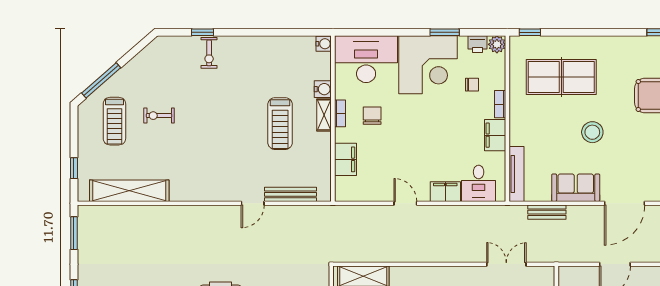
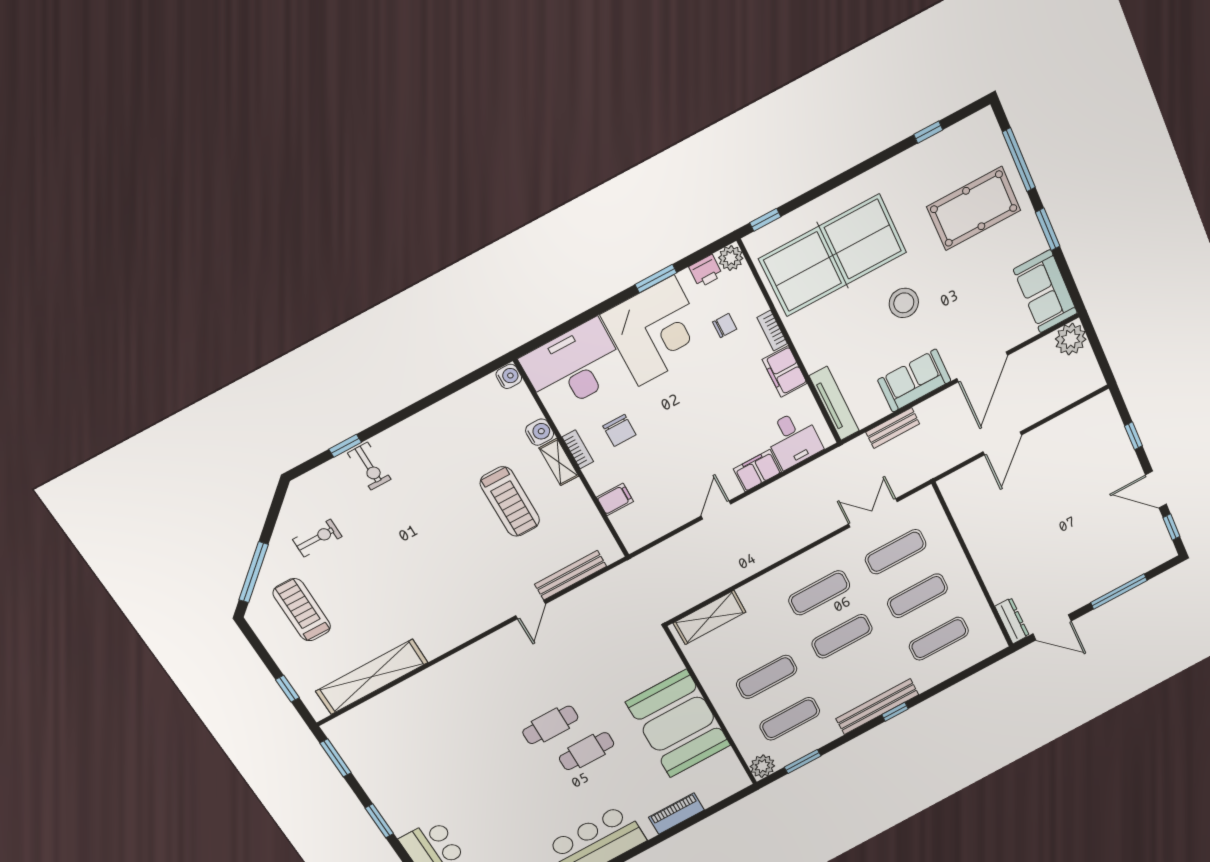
table tennis table: (561, 77) -> (833, 255), width x1.36, depth x1.32
exercise bike: (159, 116) -> (317, 538), moved, turned 180
chair: (372, 116) -> (619, 430), turned 180
treadmill: (114, 121) -> (302, 610), turned 180
filing cabinet: (345, 159) -> (615, 499), width x0.50
door: (405, 203) -> (716, 510), hinge flipped

